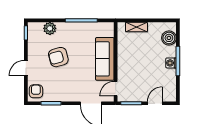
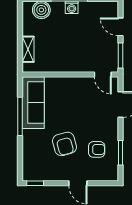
plant: (50, 28) -> (30, 154), removed
sofa: (105, 59) -> (33, 103), moved, turned -90
armchair: (36, 91) -> (97, 149), moved, turned 180

